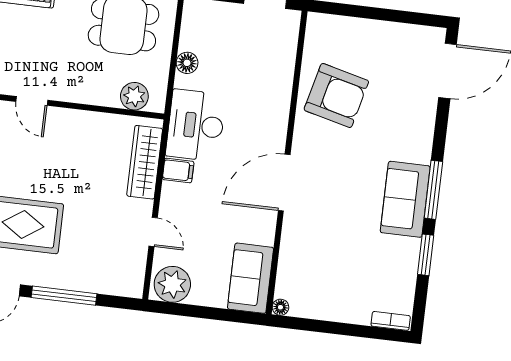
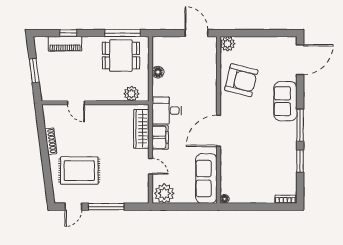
plant: (319, 26) -> (228, 44), added
desk: (196, 125) -> (167, 111), width x0.73
filing cabinet: (178, 170) -> (160, 137), width x2.00
sofa: (405, 199) -> (285, 101), moved
sofa: (250, 278) -> (206, 178), width x1.36

